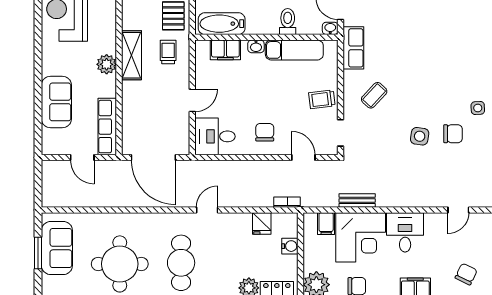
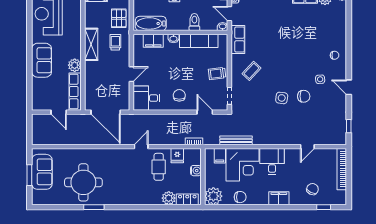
plant: (107, 64) -> (75, 65), moved
sofa: (56, 102) -> (42, 60), moved
bench: (357, 200) -> (236, 140), width x1.36
cafe table: (181, 263) -> (159, 167), moved, width x0.73, depth x0.74

